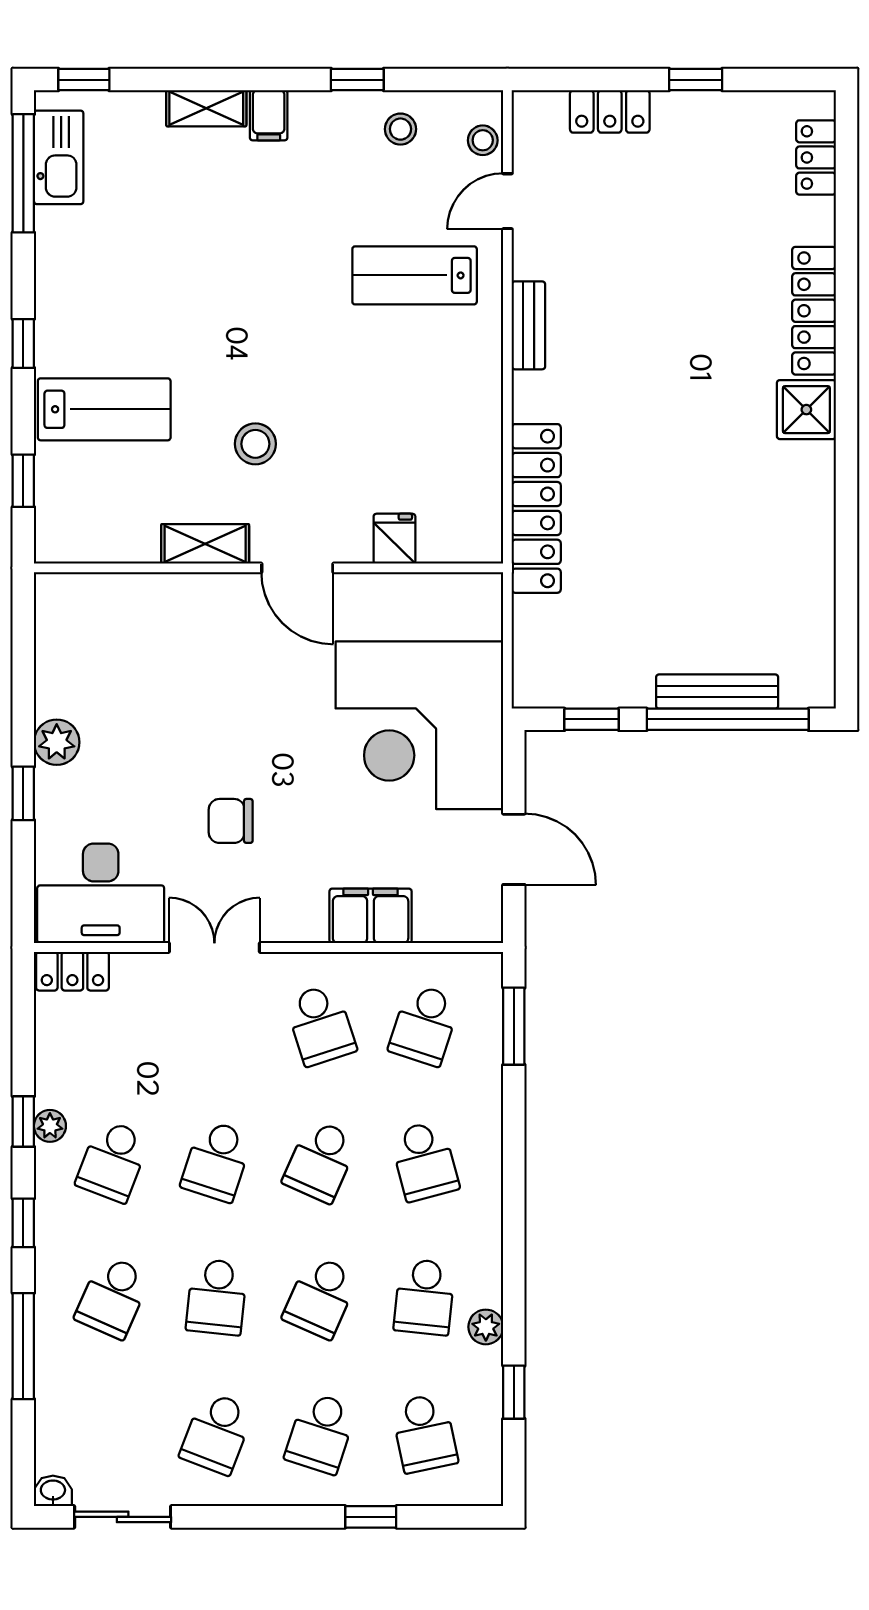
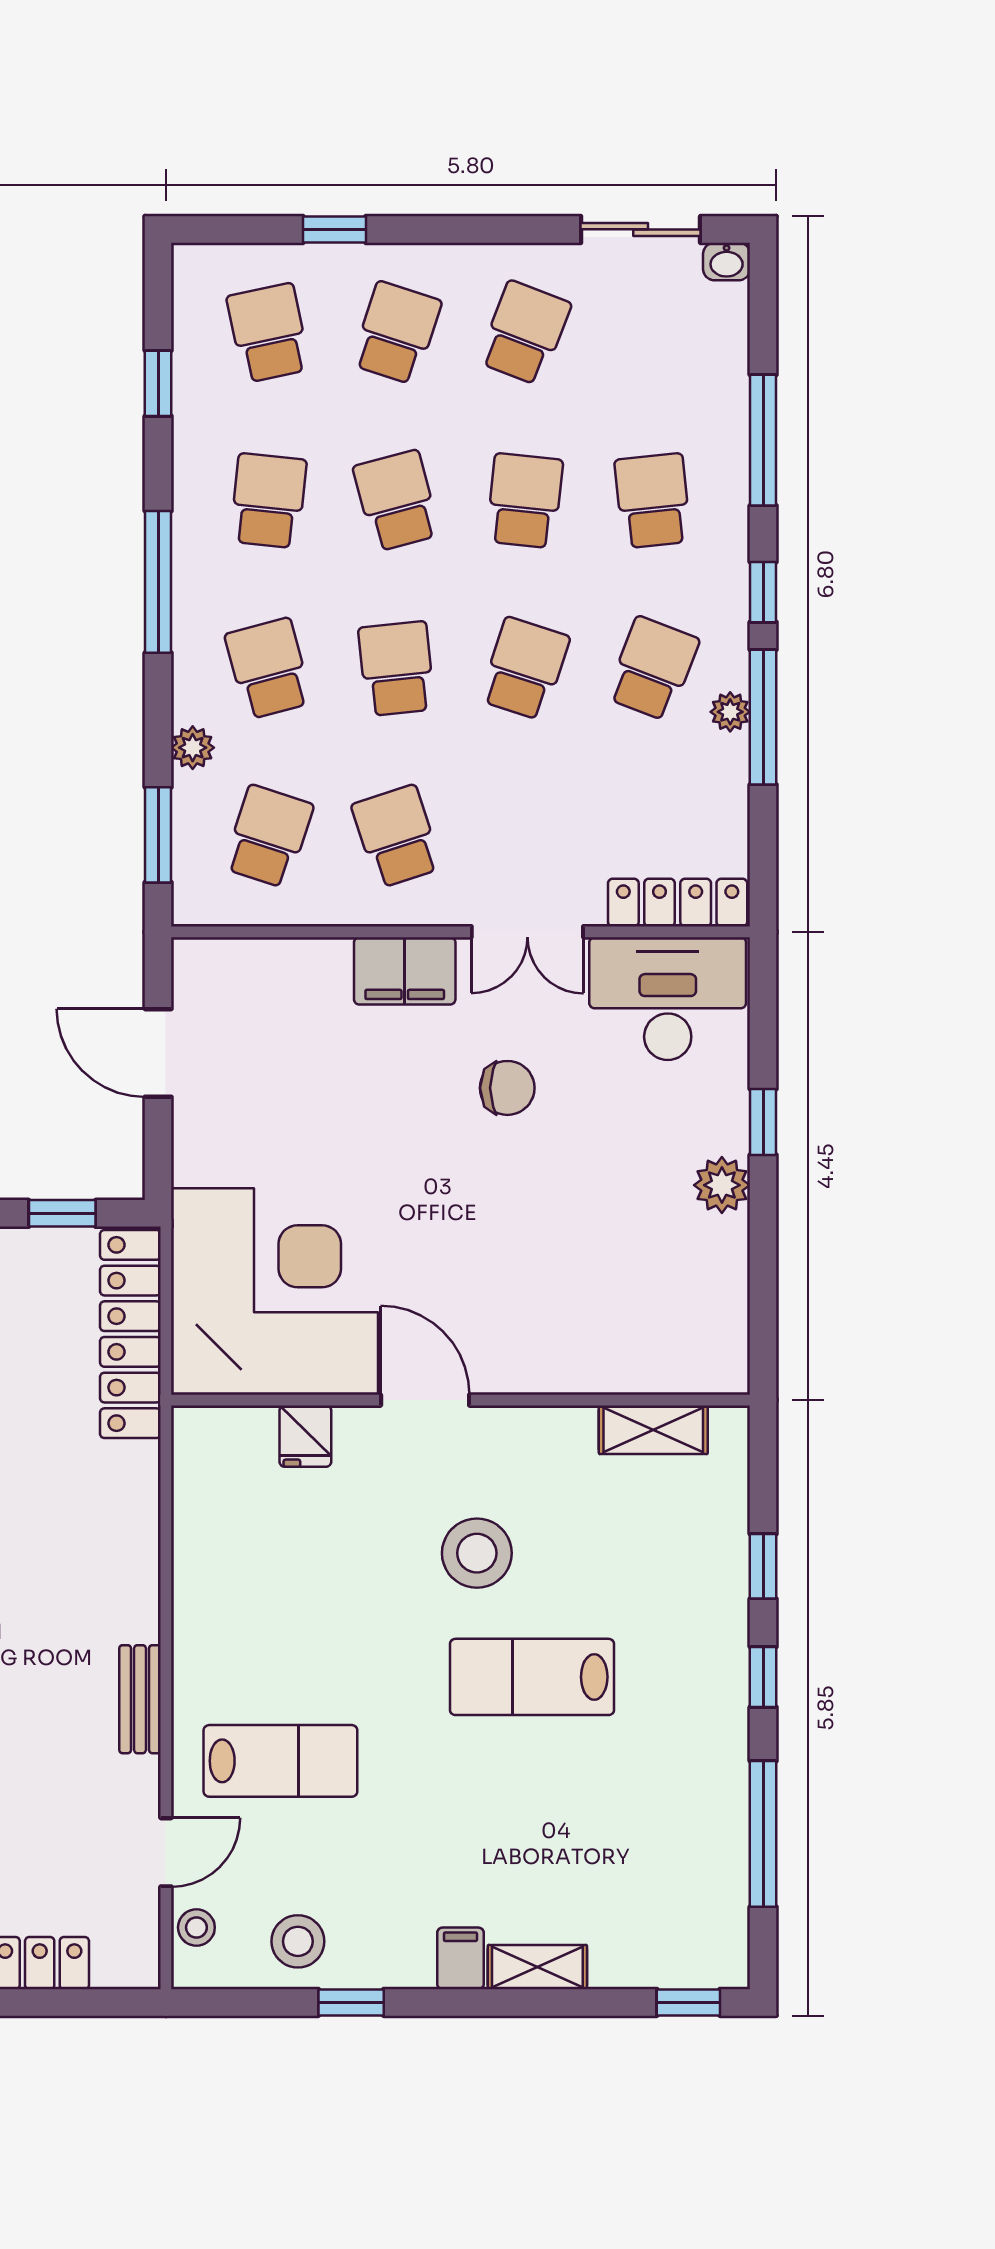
stool: (400, 129) -> (298, 1941), width x1.37, depth x1.37
kitchen sink: (59, 157) -> (719, 1906), removed
window: (23, 173) -> (763, 1834), moved
lab bench: (104, 409) -> (532, 1677), moved
stool: (255, 444) -> (477, 1553), width x1.38, depth x1.38
window: (23, 481) -> (763, 1566), moved
locker: (536, 508) -> (130, 1334), moved
shelving: (205, 544) -> (653, 1430), moved
corner desk: (419, 725) -> (275, 1291), moved
filing cabinet: (371, 916) -> (405, 971), moved
locker: (72, 971) -> (678, 903), width x1.53
window: (23, 1122) -> (763, 717), width x2.17
school desk: (321, 1161) -> (397, 669), turned -30
window: (514, 1231) -> (158, 582), added
school desk: (113, 1297) -> (653, 501), turned -30
school desk: (321, 1297) -> (397, 501), turned -39
plant: (486, 1327) -> (193, 748), moved

